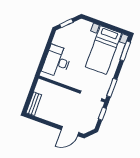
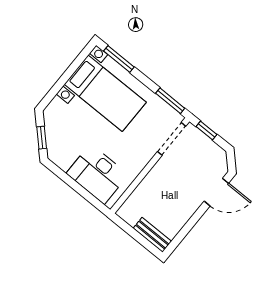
door: (70, 131) -> (216, 192), hinge flipped

